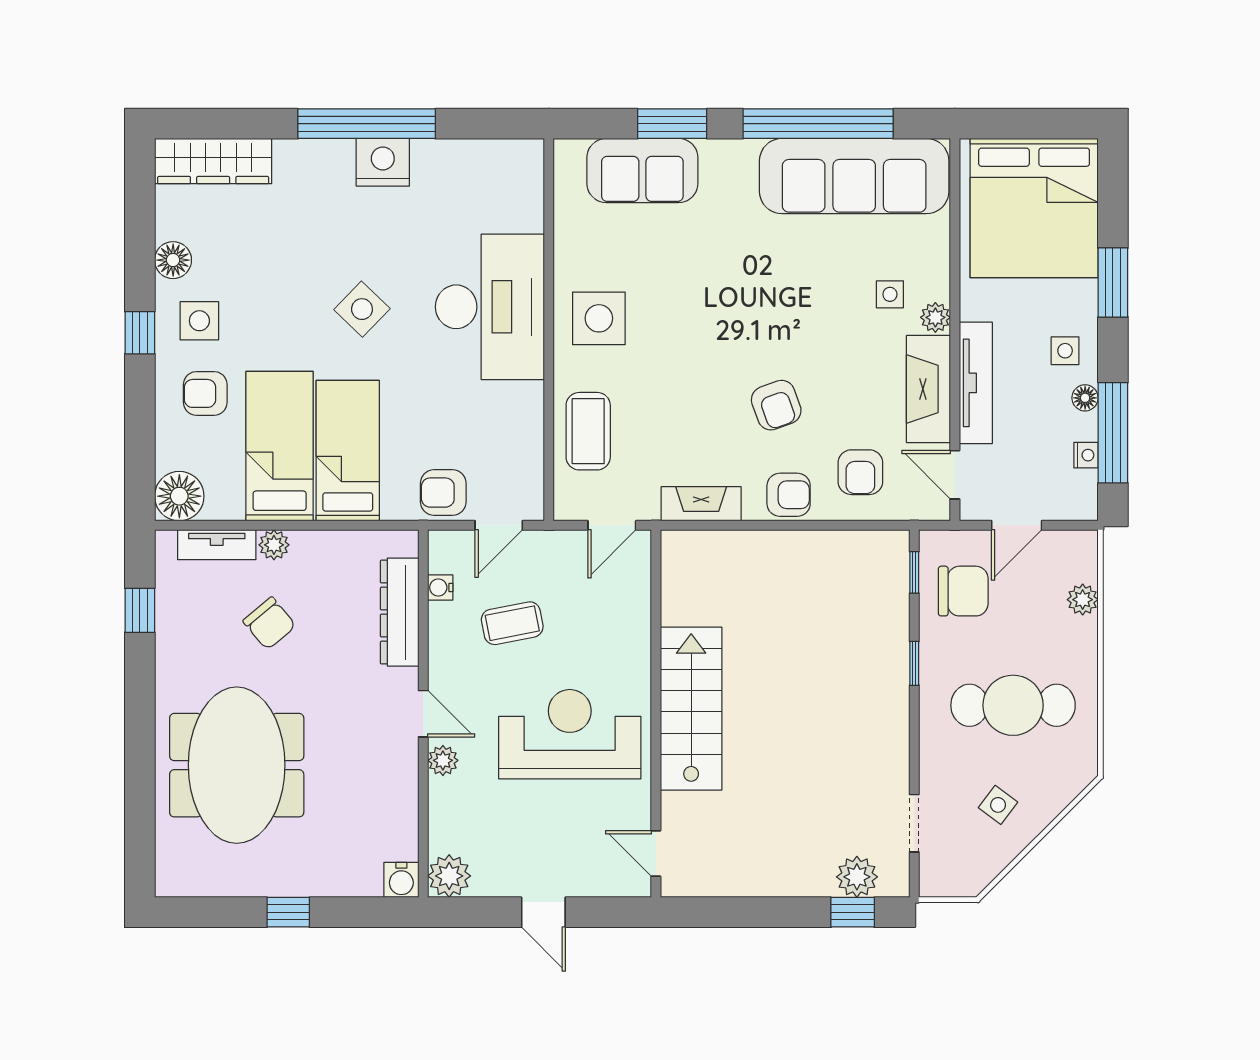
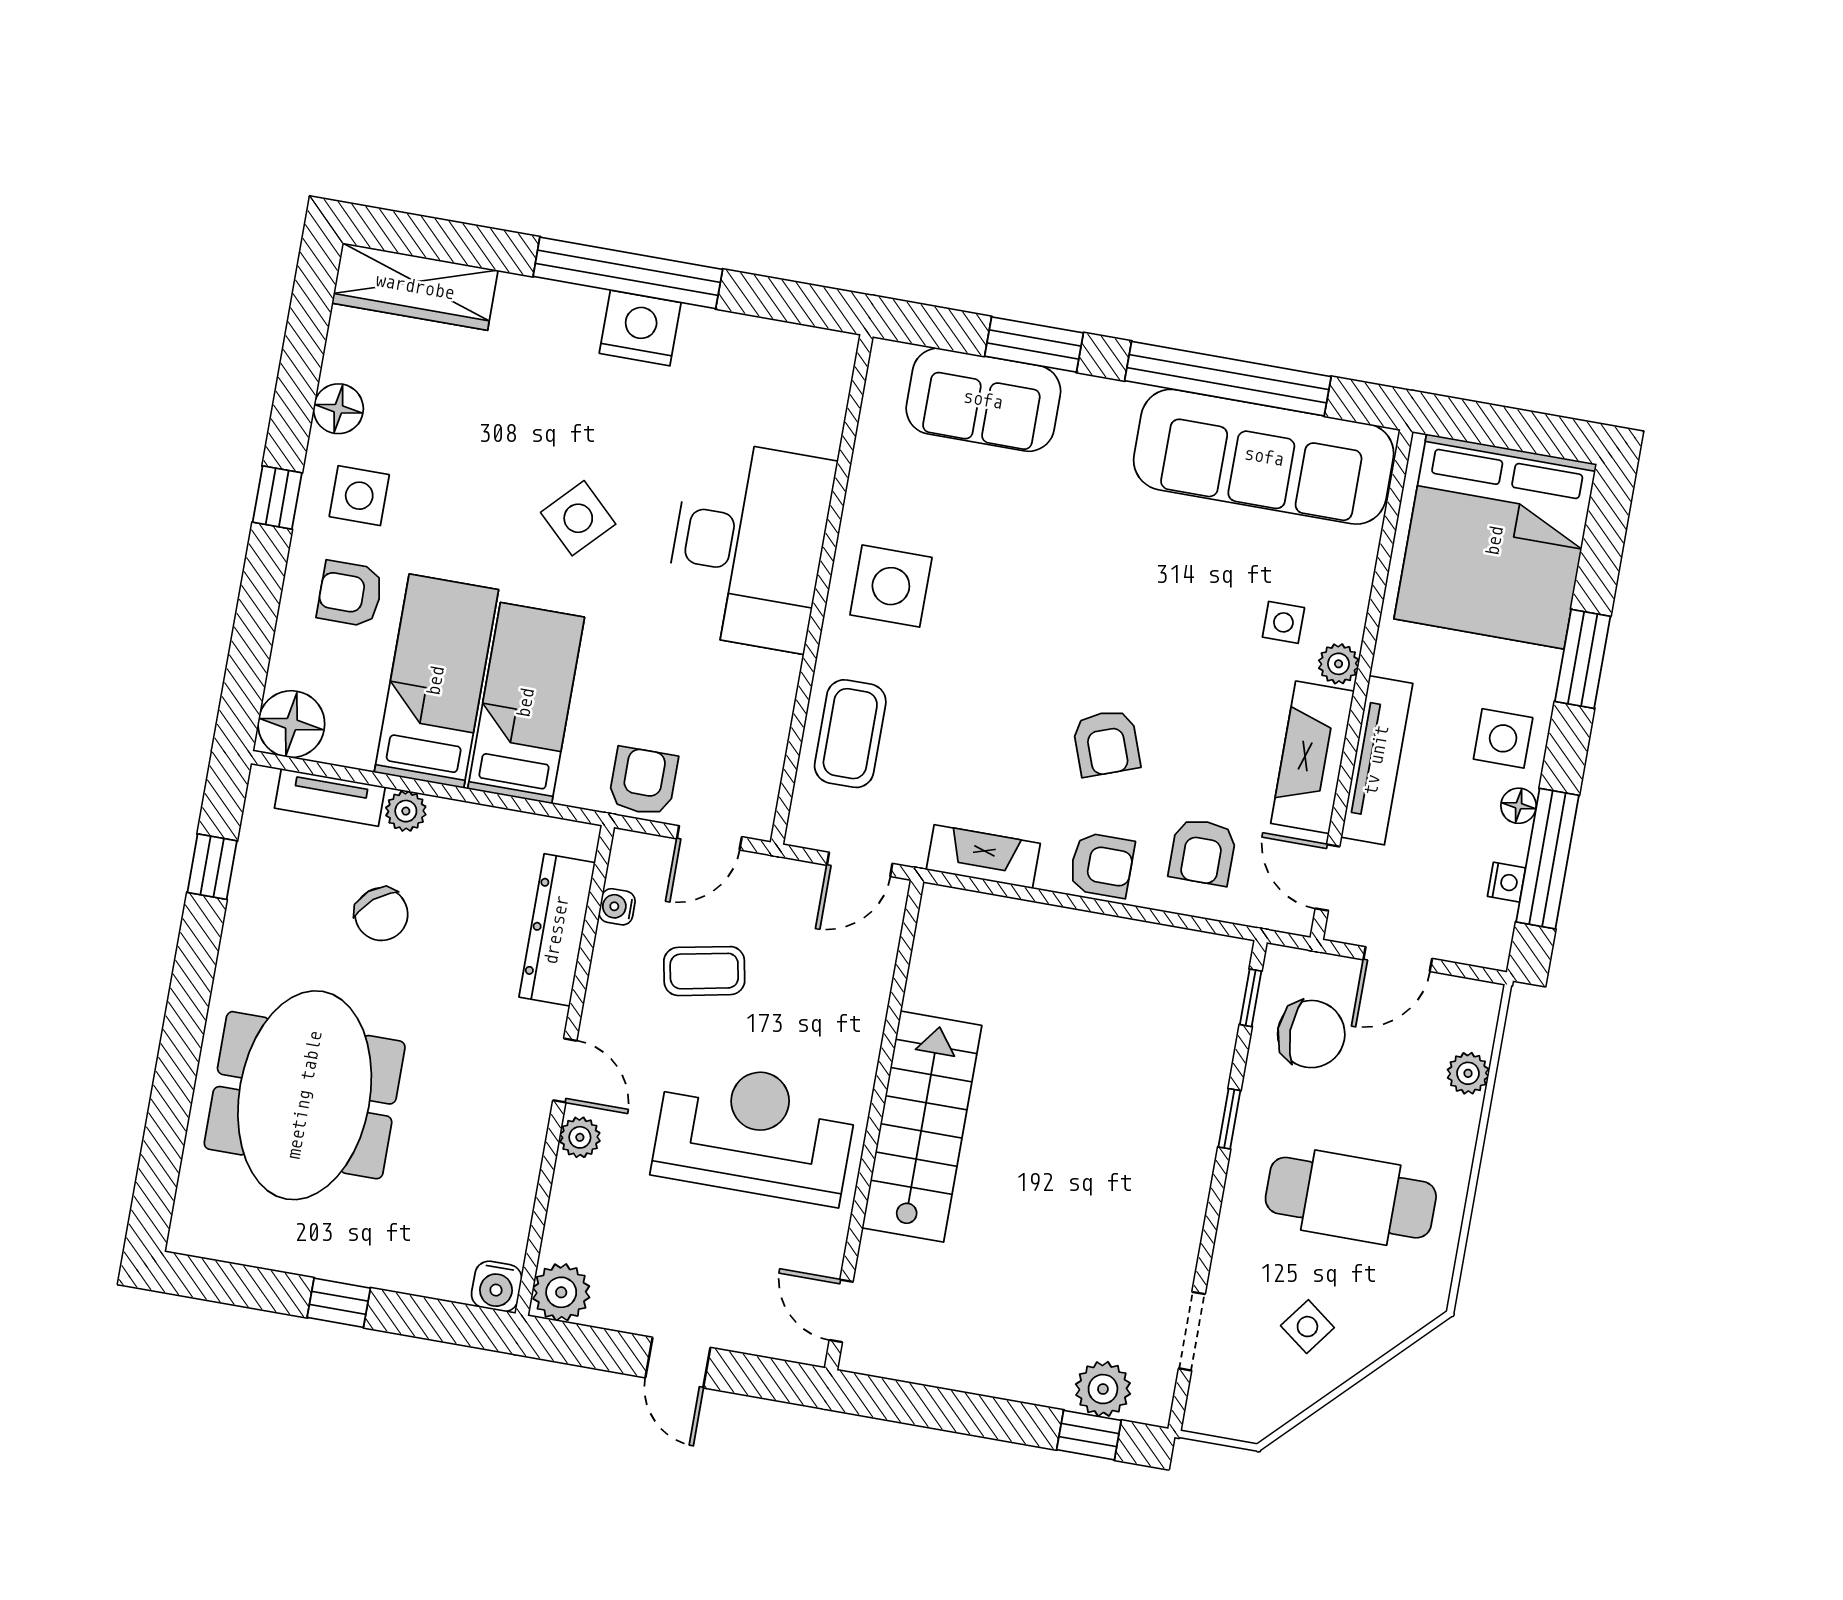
side table: (1065, 351) -> (1503, 738), width x1.37, depth x1.37
armchair: (443, 493) -> (643, 781), turned 90

